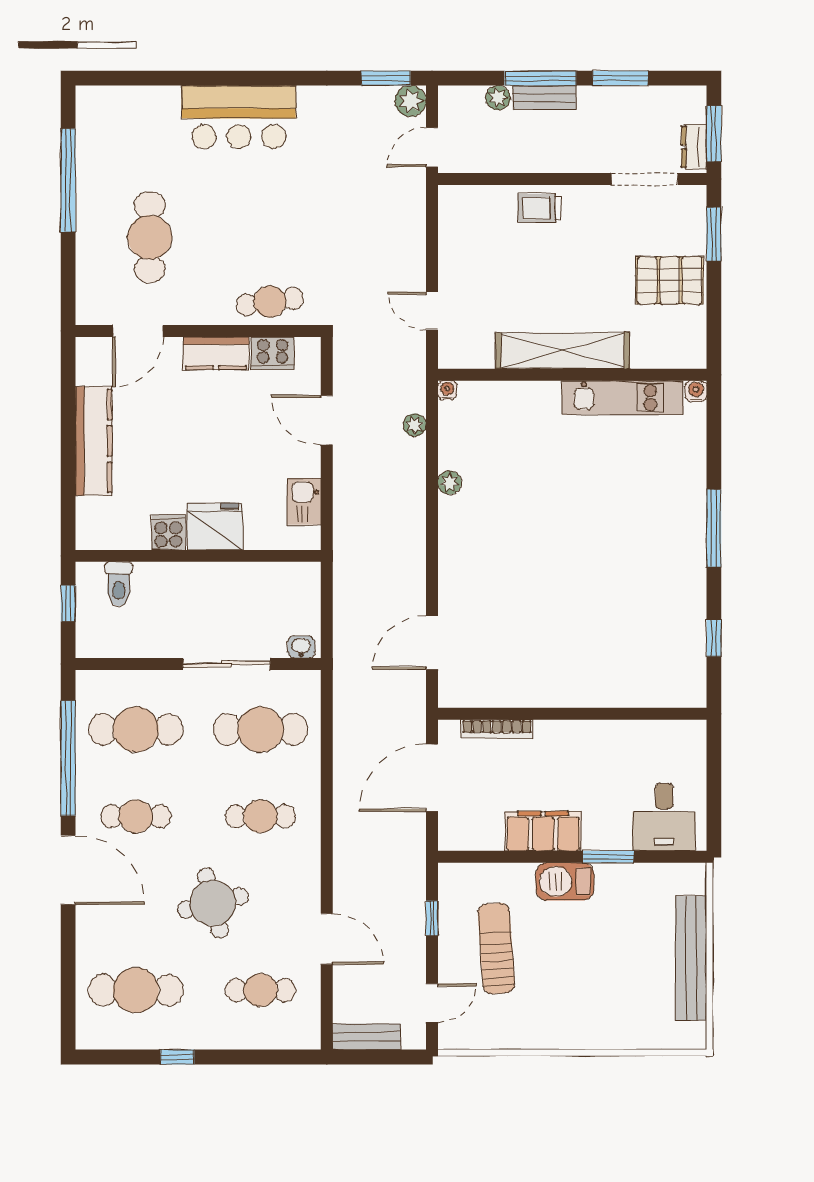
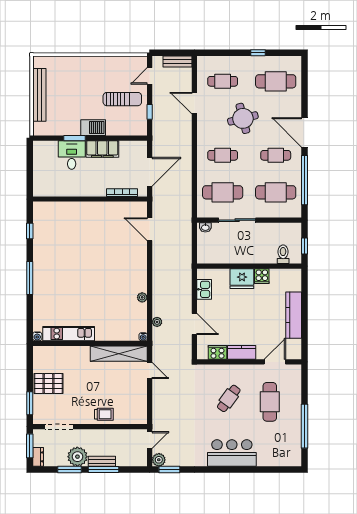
plant: (498, 98) -> (77, 457), moved, width x1.88, depth x1.88
dresser: (694, 147) -> (38, 457), moved
cafe table: (270, 302) -> (229, 398), moved, turned -46
shelving: (563, 351) -> (119, 354), moved
door: (432, 643) -> (150, 229), swing flipped
desk: (664, 817) -> (72, 155), moved
sun lounger: (496, 948) -> (122, 99), turned -86

